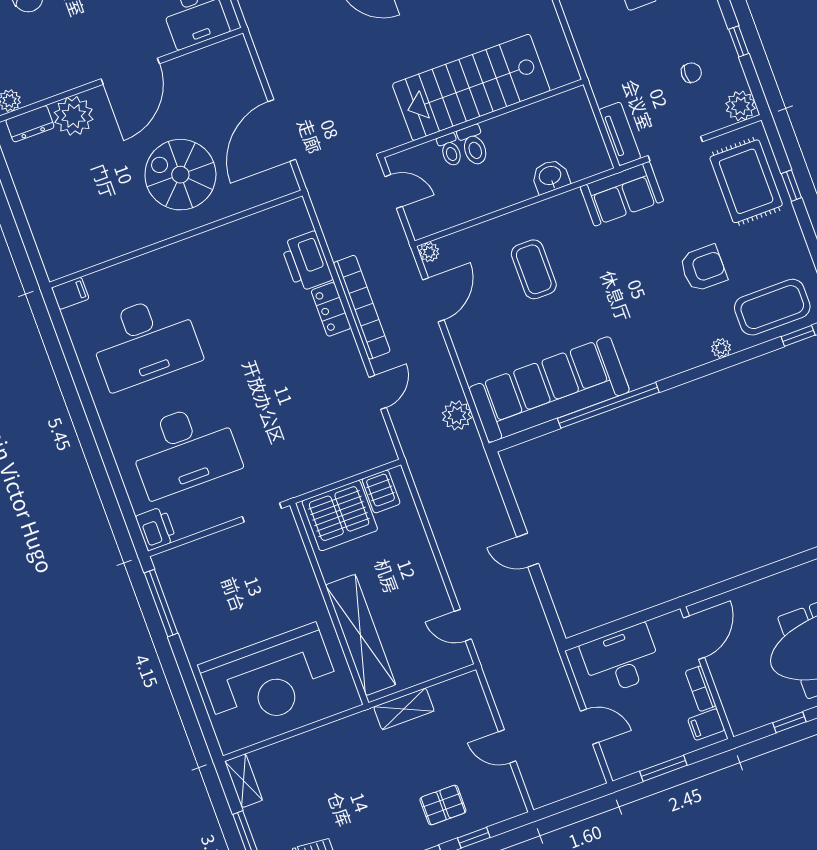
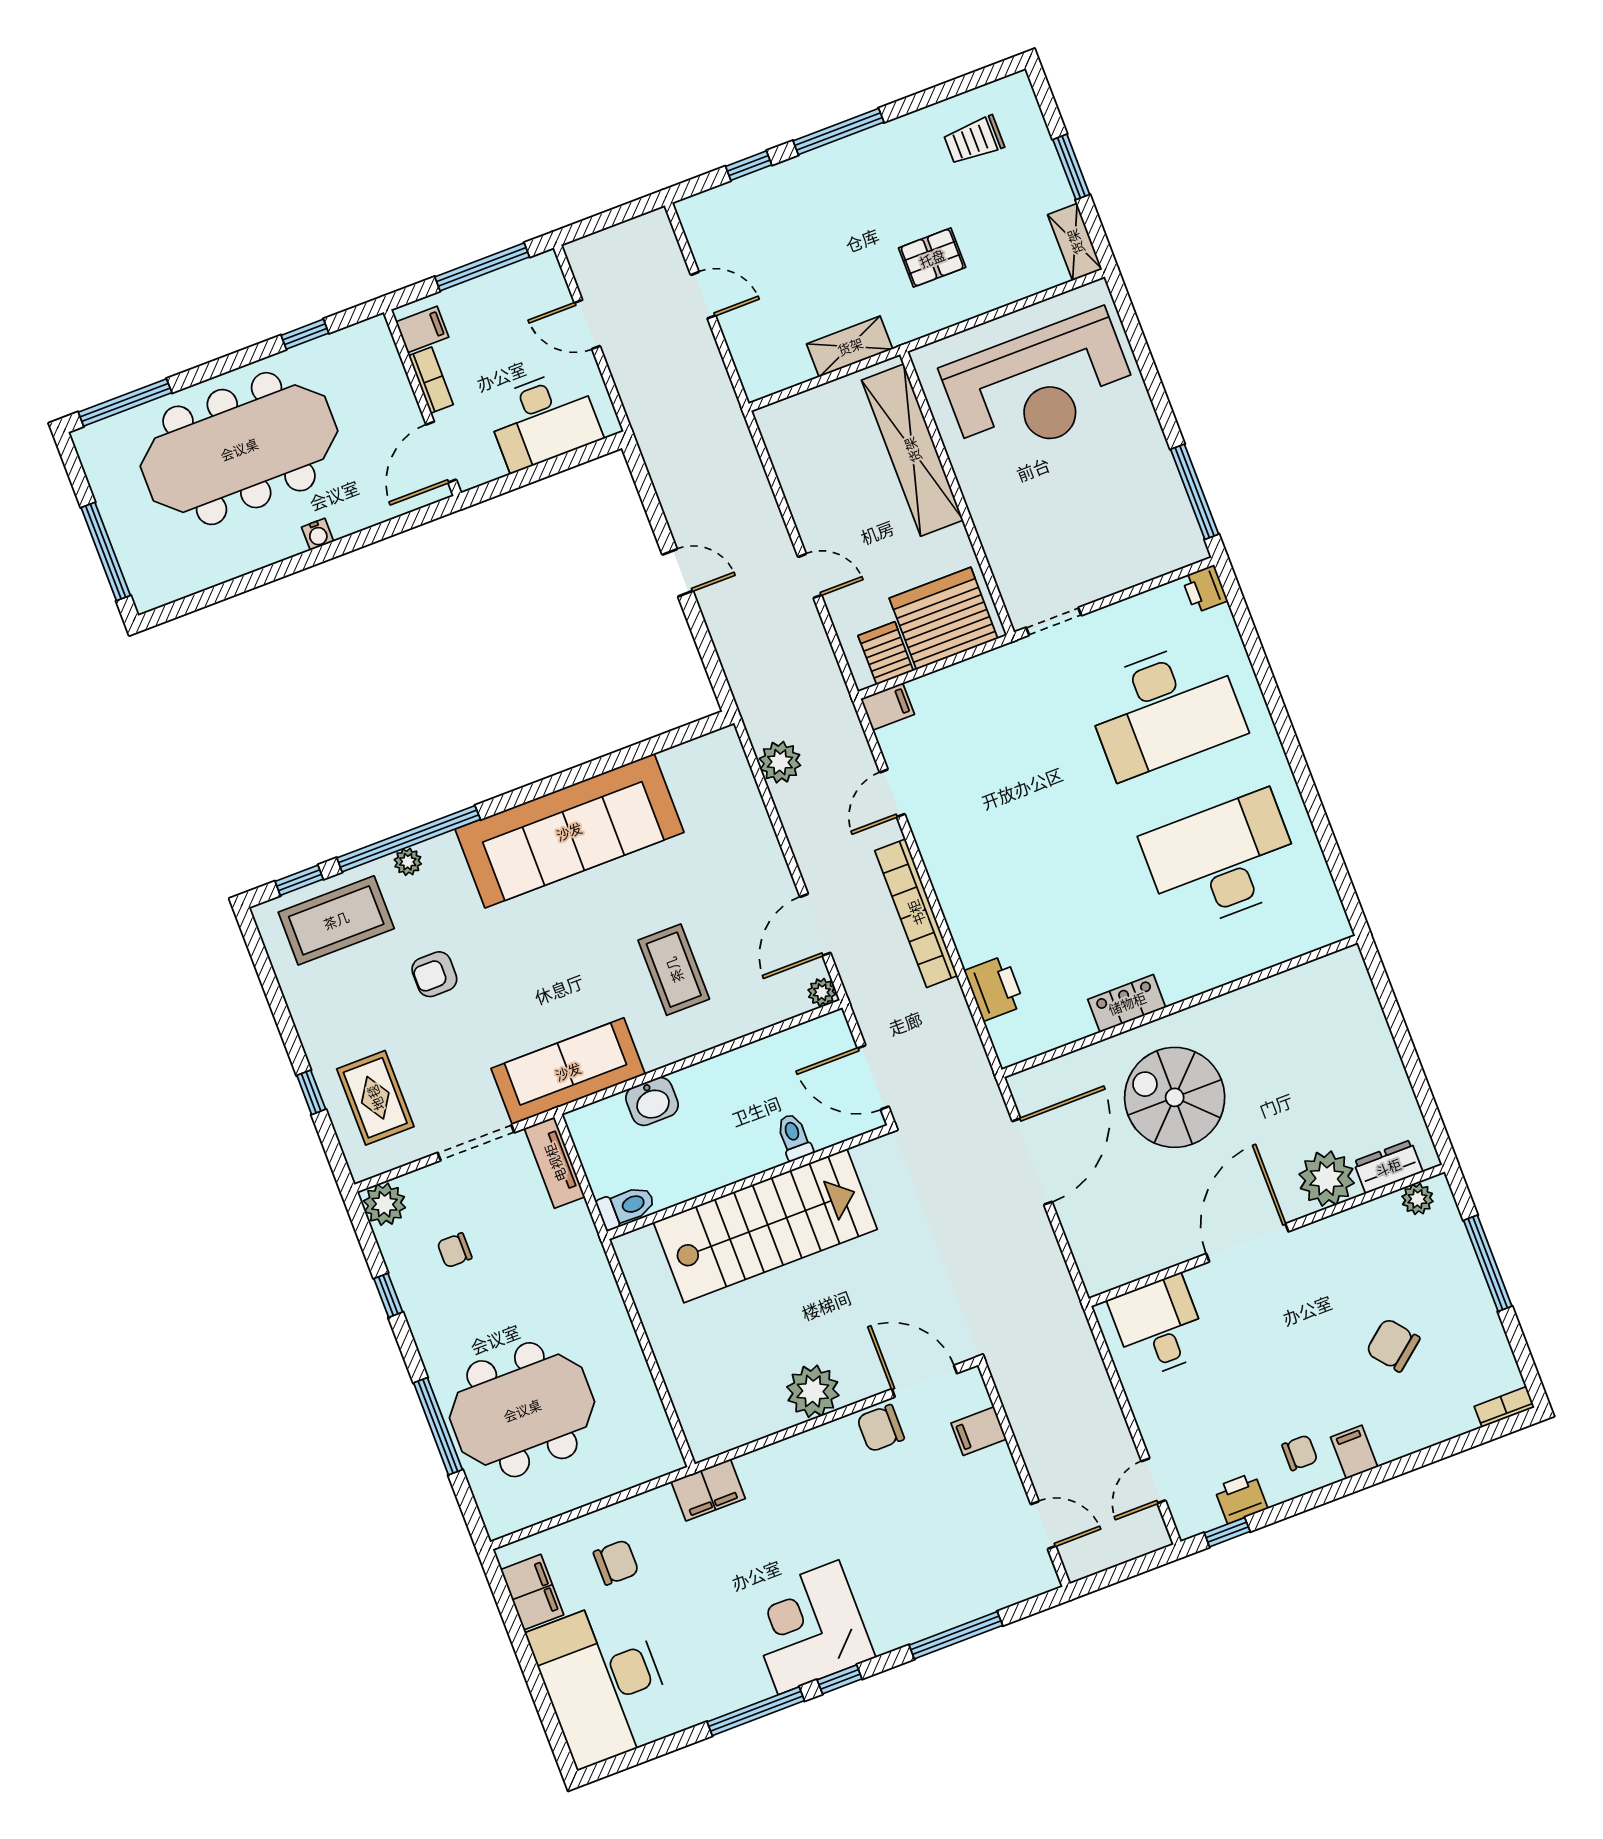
toilet: (473, 145) -> (626, 1207), moved, turned 90
spiral stairs: (180, 175) -> (1175, 1097), turned 180
rug: (746, 181) -> (375, 1098), width x0.73, depth x0.70
door: (394, 191) -> (873, 1077), width x1.38
sofa: (622, 194) -> (568, 1071), width x1.36
printer: (307, 261) -> (994, 988), width x0.73, depth x0.84
armchair: (703, 268) -> (434, 974), width x0.72, depth x0.72
filing cabinet: (70, 293) -> (887, 707), moved, turned 180
locker: (331, 309) -> (1127, 1003), moved, turned -90
sofa: (549, 389) -> (569, 831), moved
window: (608, 405) -> (409, 839), moved
desk: (184, 450) -> (1164, 709), turned 180
printer: (156, 528) -> (1205, 589), width x0.73, depth x0.81
water cooler: (782, 581) -> (318, 534), added
door: (463, 625) -> (810, 576), moved
reception desk: (270, 679) -> (1040, 387), turned 180
window: (663, 768) -> (482, 267), width x1.44
pallet: (443, 805) -> (932, 258), moved

